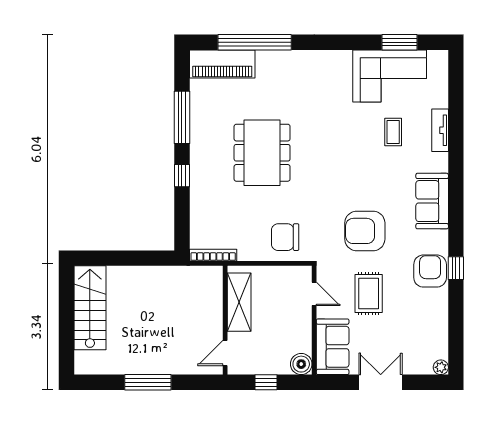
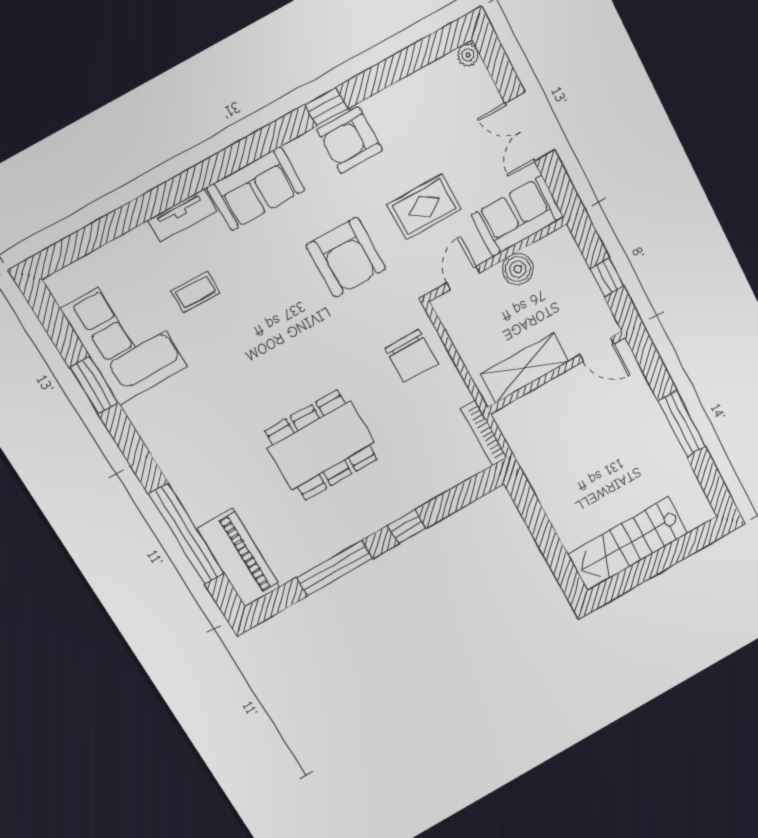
window: (400, 42) -> (94, 385), moved
tv unit: (440, 130) -> (182, 216), moved
boiler: (301, 364) -> (518, 269), moved

